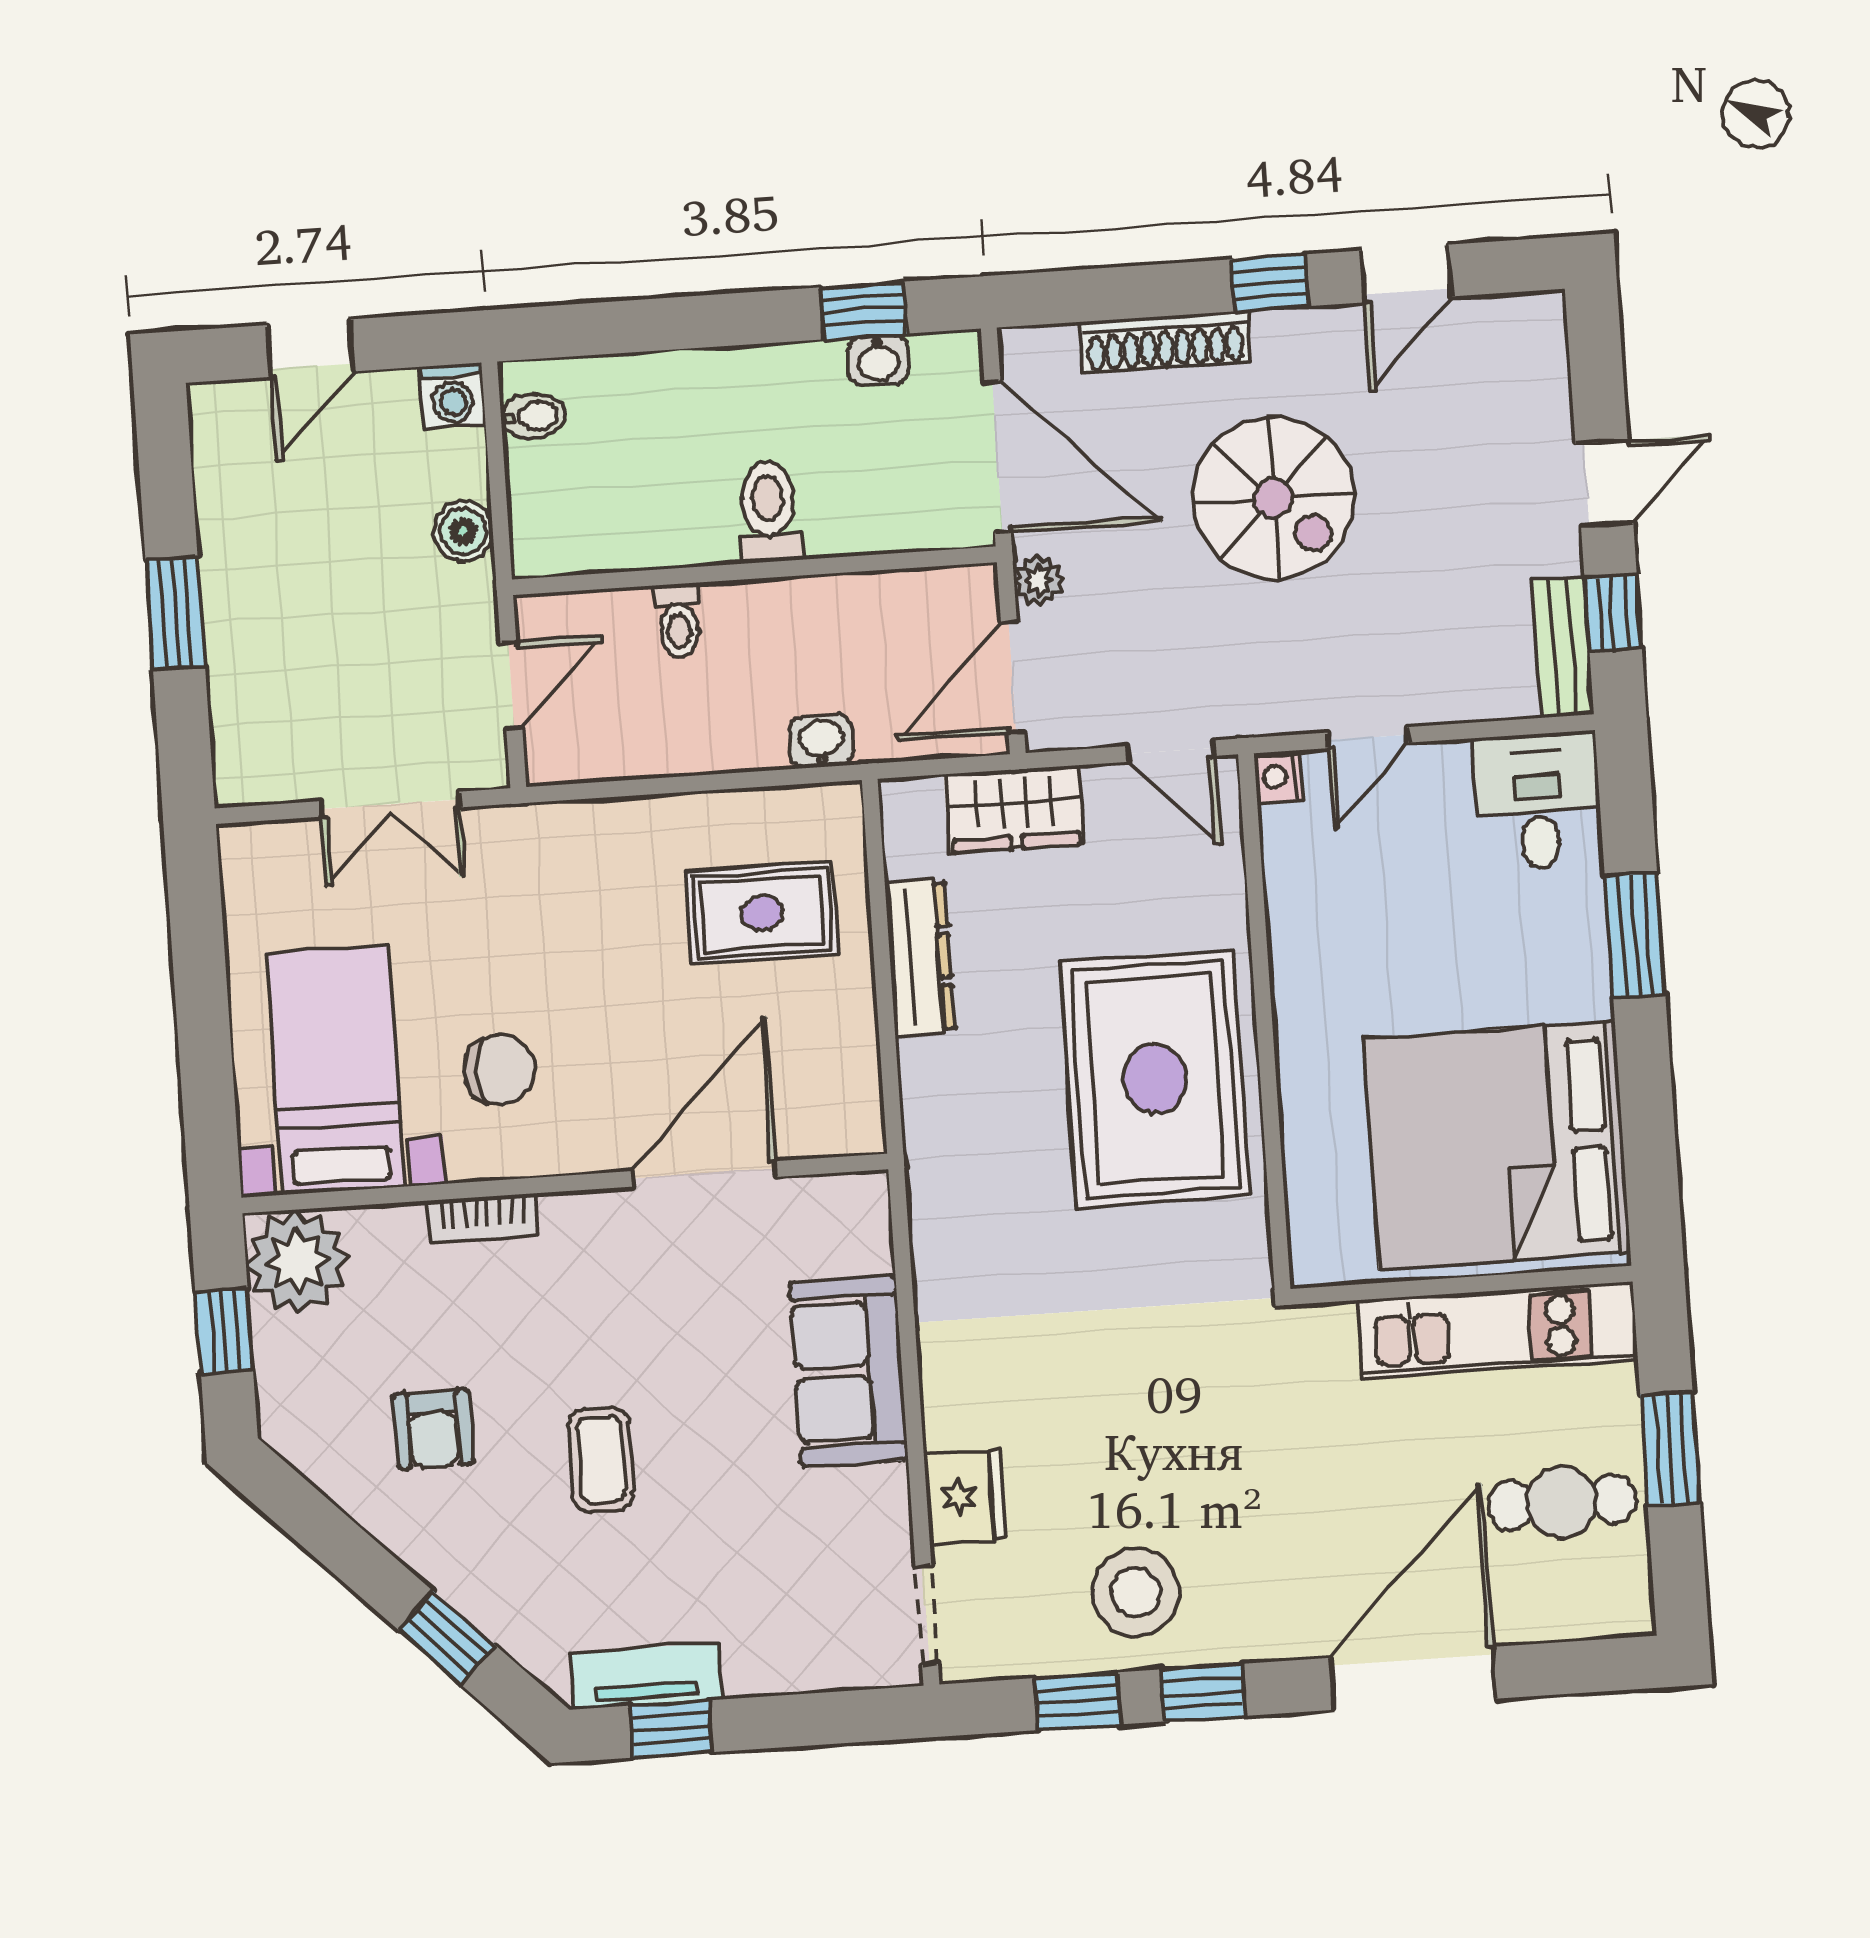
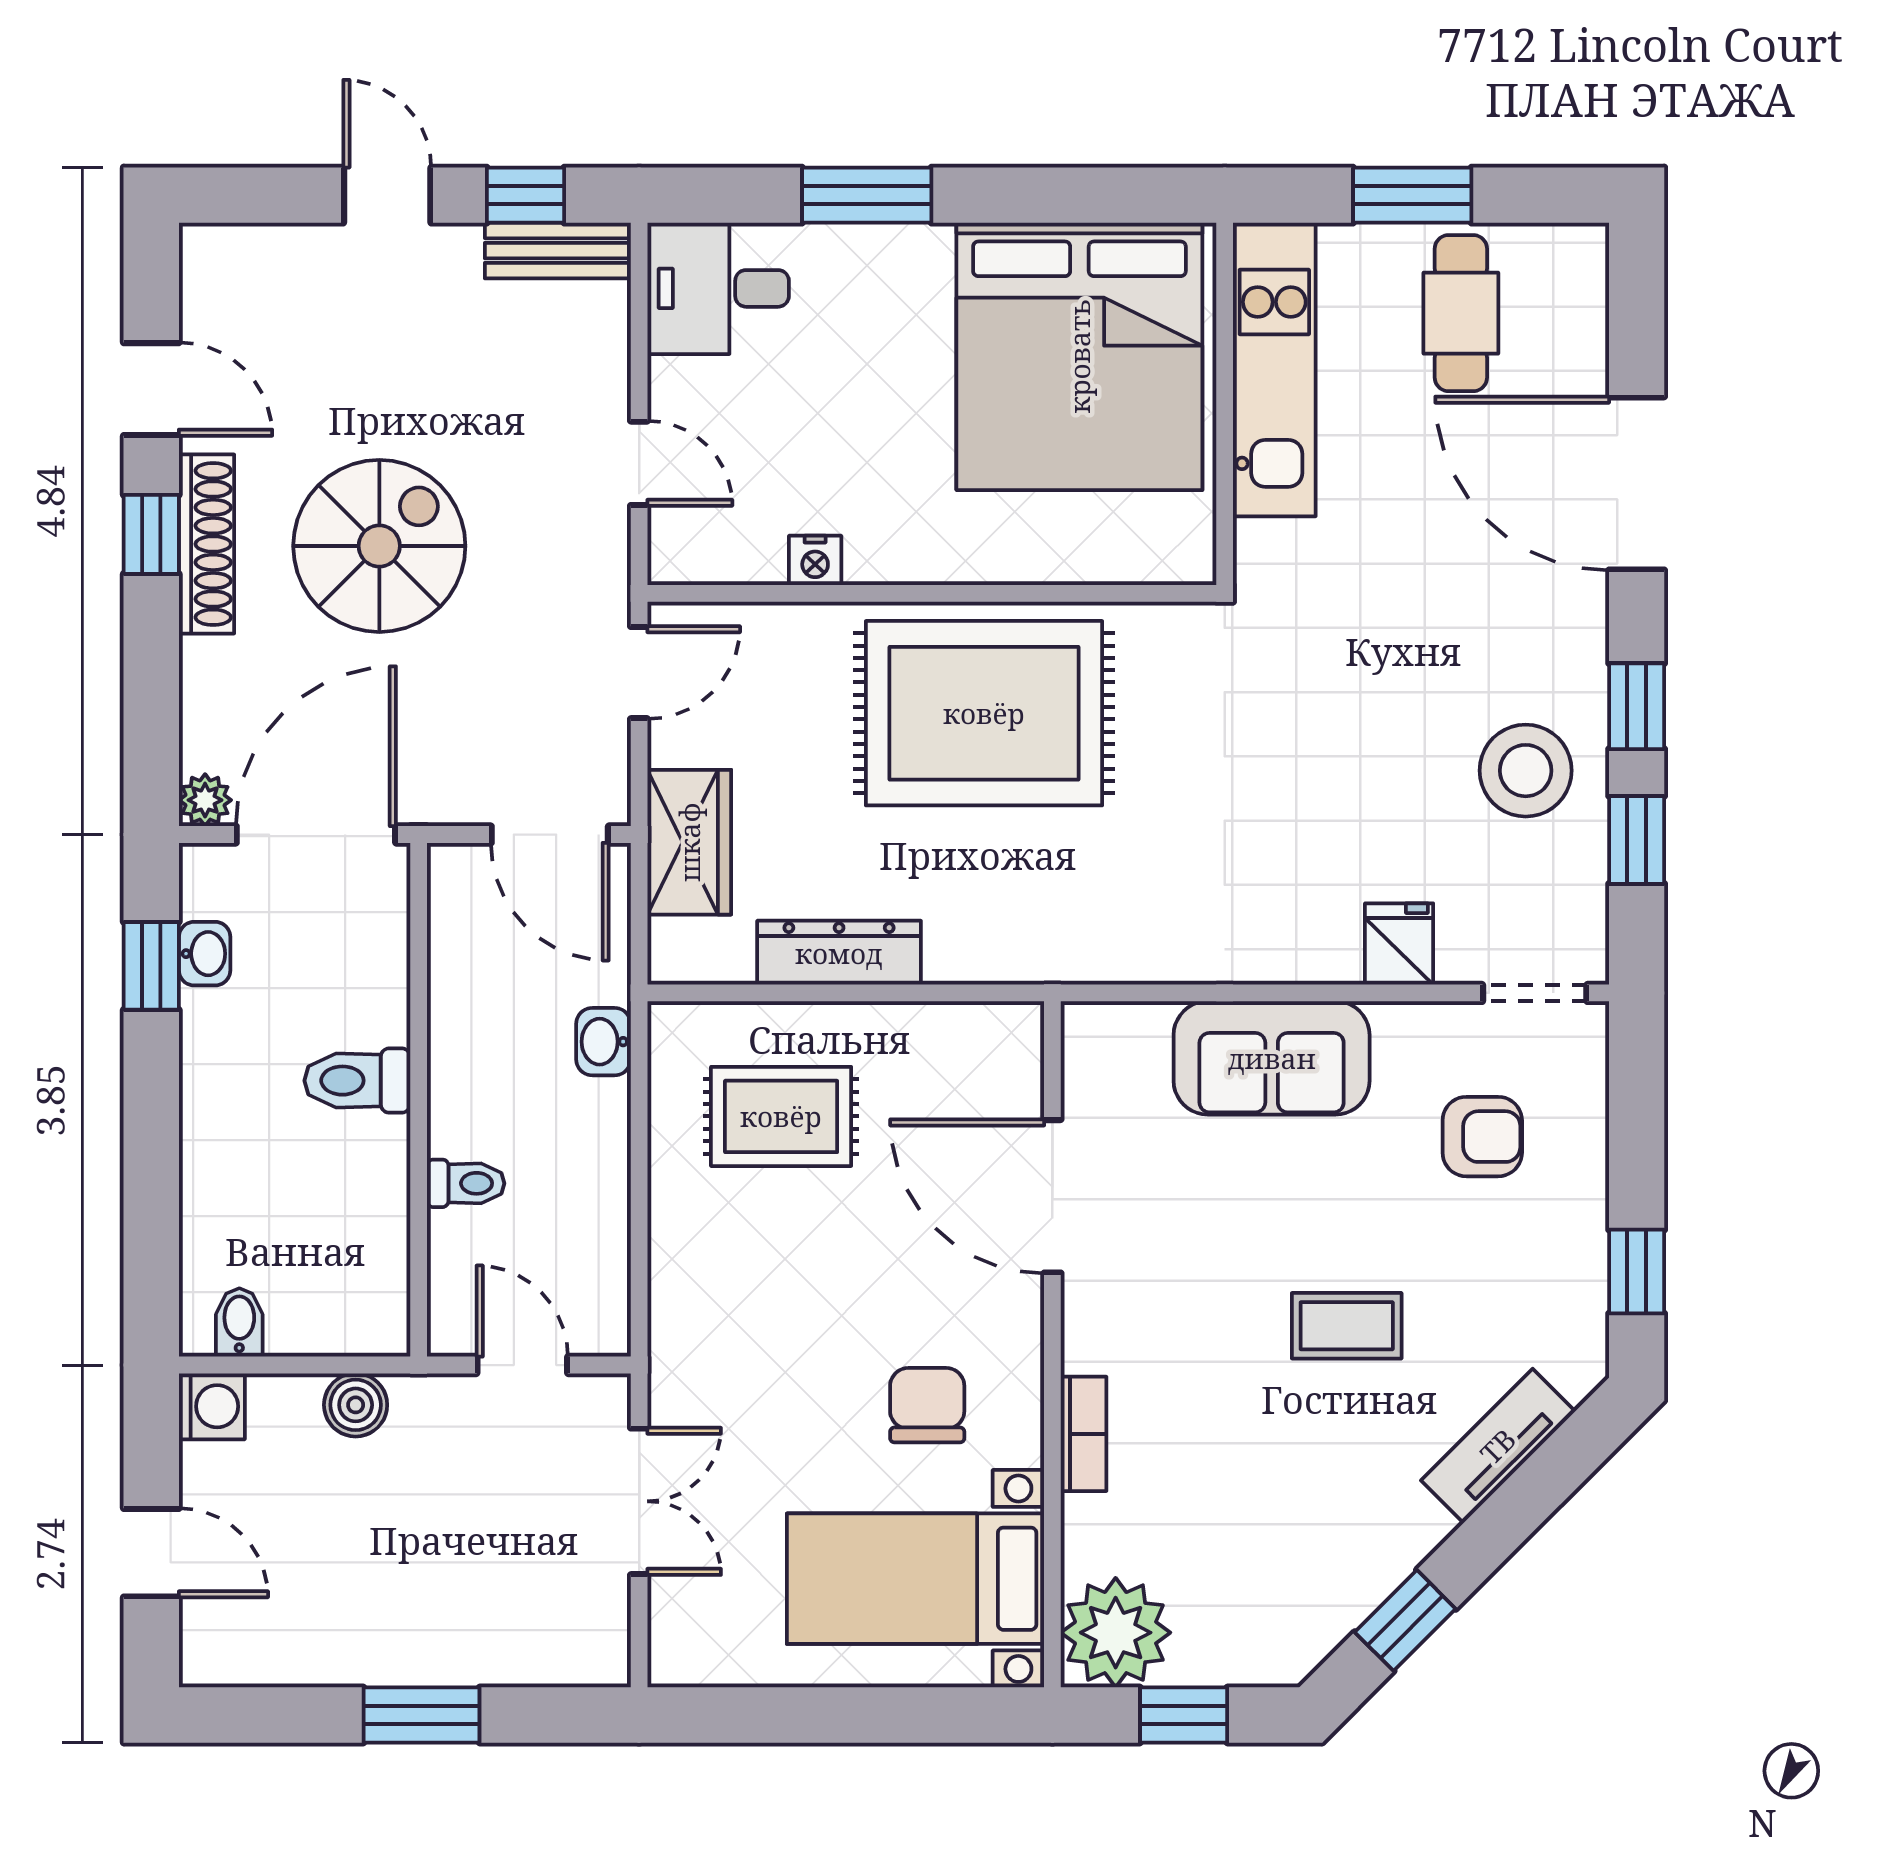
shoe rack: (1165, 342) -> (207, 544), moved
plant: (1039, 580) -> (205, 800), moved
nightstand: (1279, 776) -> (815, 560), moved
rug: (762, 913) -> (781, 1116), turned 90
armchair: (433, 1429) -> (1482, 1137), moved
fridge: (965, 1497) -> (1399, 944), width x0.72
window: (447, 1638) -> (1405, 1620), moved
tv unit: (646, 1676) -> (1498, 1446), moved, turned 45

